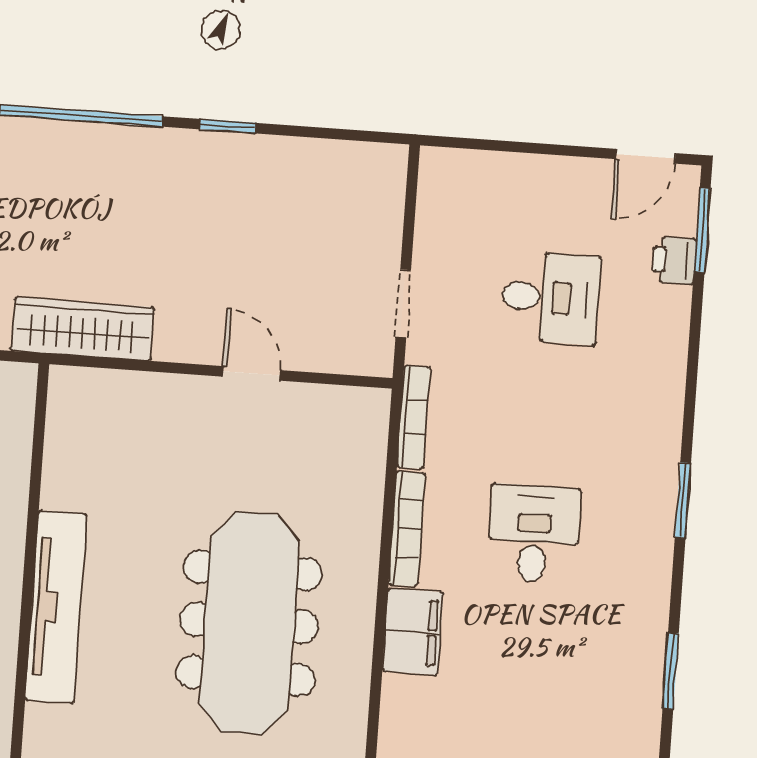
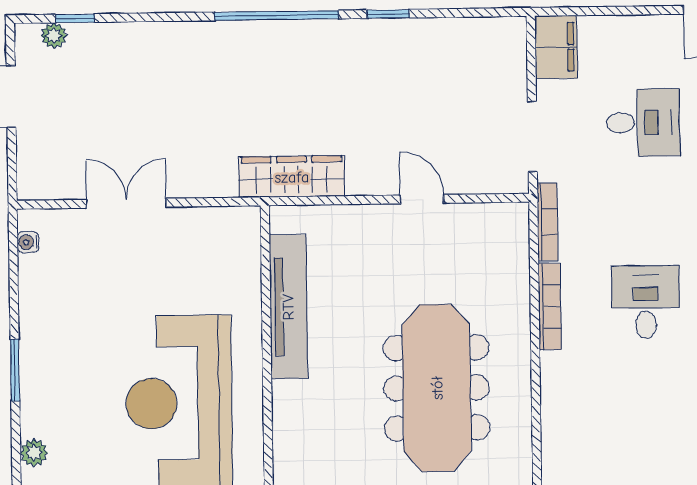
doorway: (403, 304) -> (532, 137), width x1.38
tv unit: (56, 607) -> (288, 307), moved
filing cabinet: (413, 632) -> (556, 47), moved

